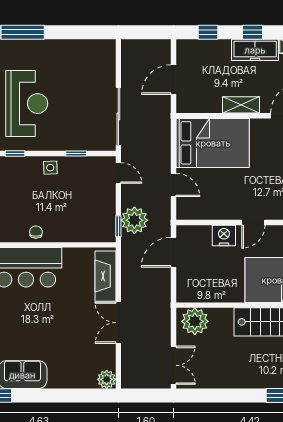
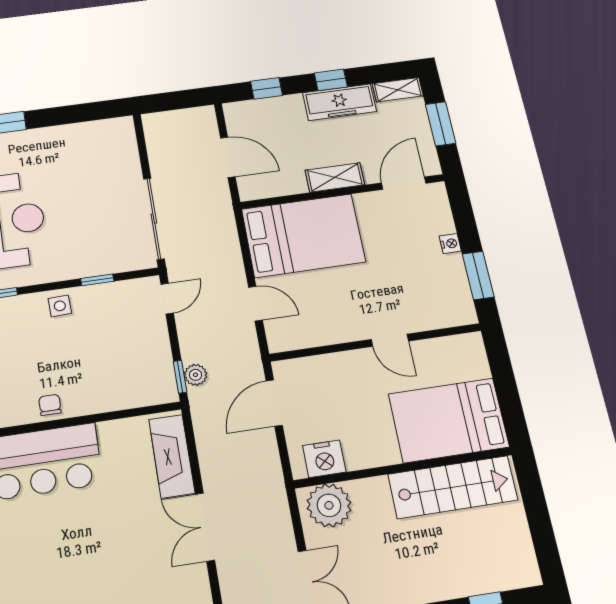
door: (174, 80) -> (228, 157), swing flipped
door: (118, 173) -> (167, 299), hinge flipped
plant: (134, 220) -> (196, 375), width x0.53, depth x0.53
door: (253, 222) -> (390, 340), hinge flipped
nightstand: (224, 235) -> (324, 459), moved, turned 180

